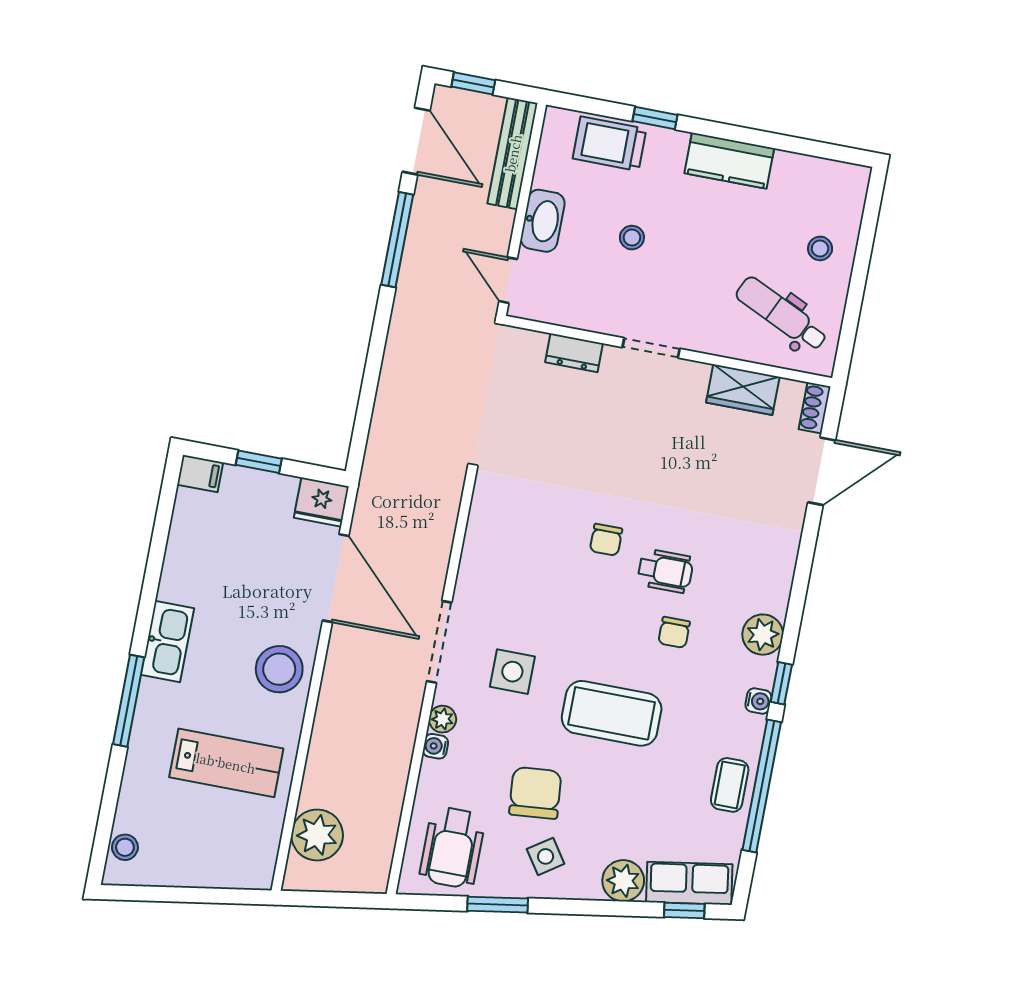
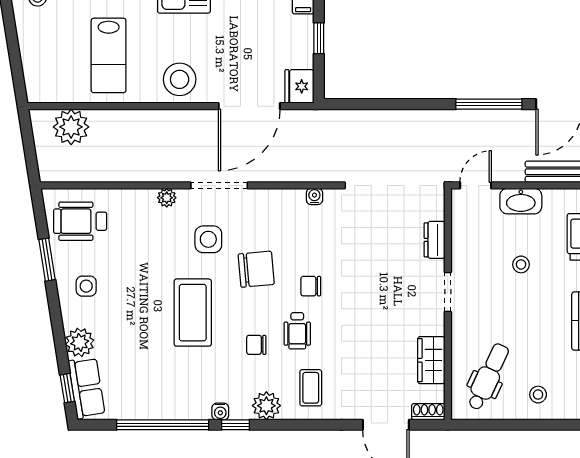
water cooler: (435, 746) -> (314, 196), moved
coffee table: (730, 785) -> (311, 388), moved, turned 90
chair: (535, 793) -> (256, 269), moved
side table: (546, 856) -> (86, 286), turned 34

